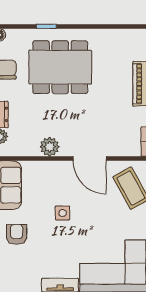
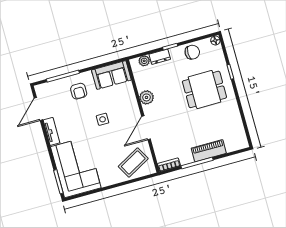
dining table: (60, 67) -> (204, 89), width x0.73
armchair: (17, 234) -> (79, 91), turned 90

